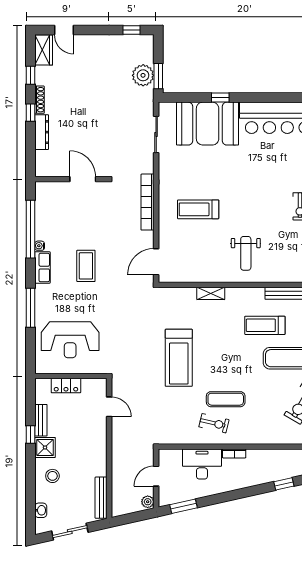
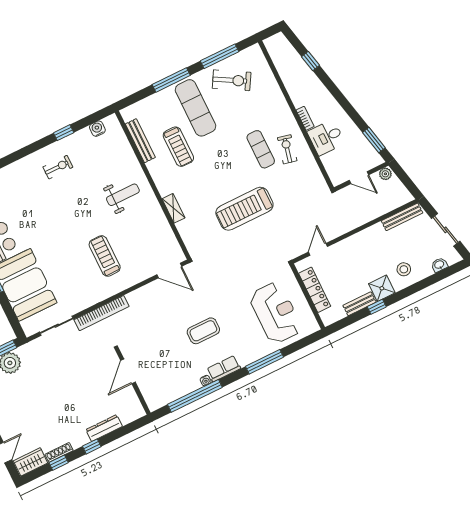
shoe rack: (40, 100) -> (59, 452), moved
bookcase: (147, 202) -> (102, 313), moved
treadmill: (198, 209) -> (105, 256), turned 180
treadmill: (179, 358) -> (244, 209), turned 180
locker: (66, 386) -> (315, 290), width x1.53
desk: (202, 464) -> (326, 137), width x0.73

